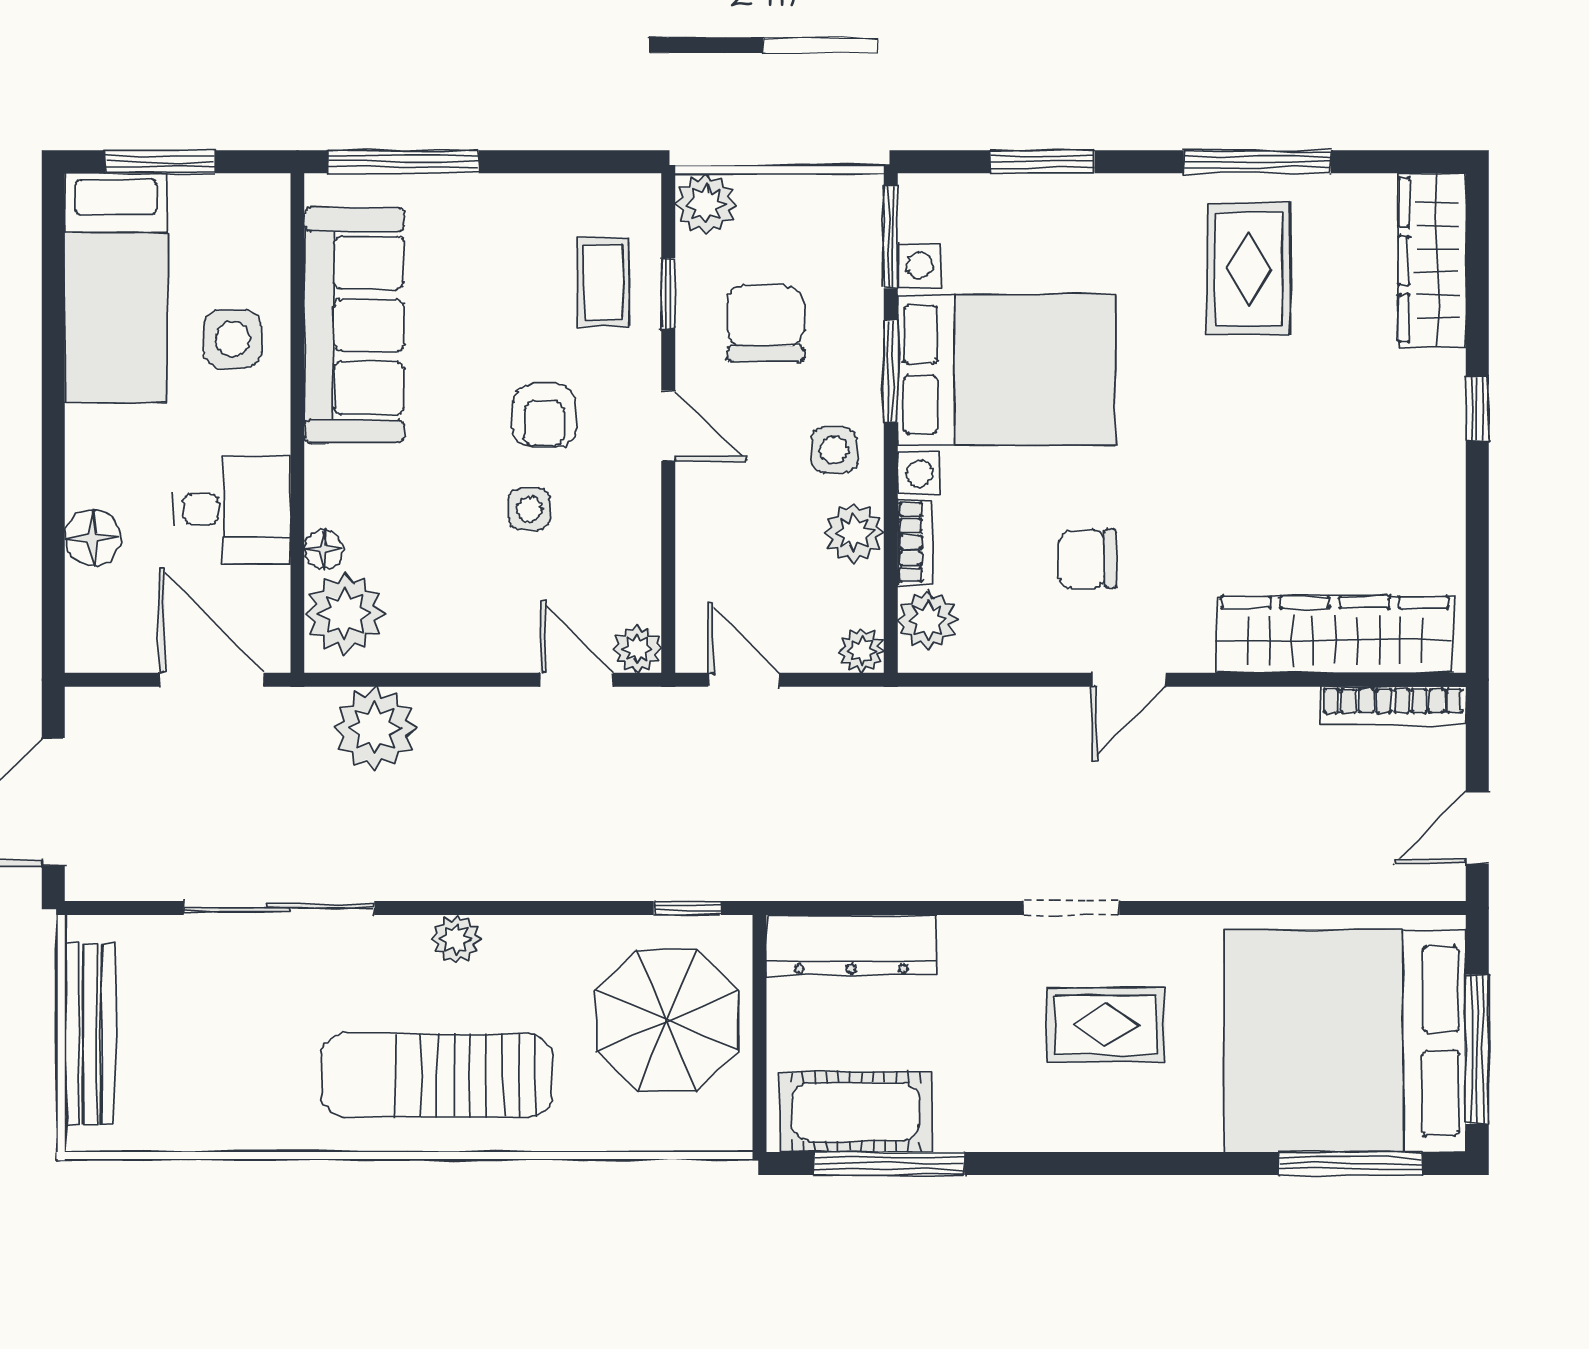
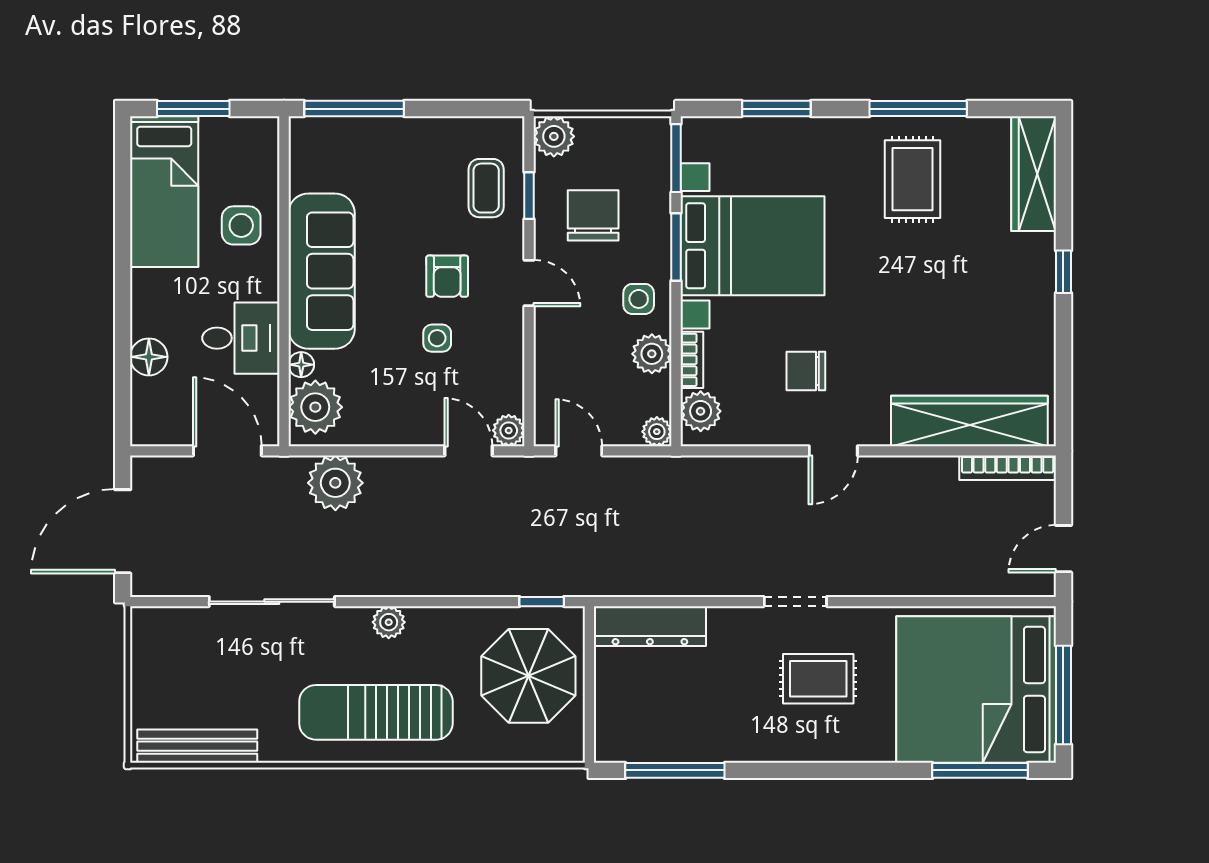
sofa: (354, 325) -> (322, 271), moved
bench: (90, 1034) -> (197, 746), moved, turned 90
cot: (856, 1112) -> (653, 736), removed

